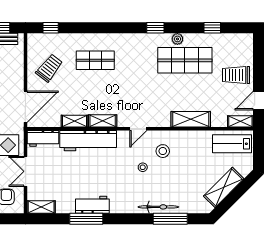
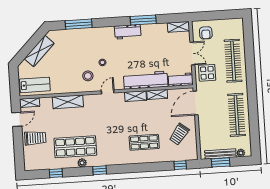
workbench: (92, 205) -> (128, 32), moved
bicycle: (158, 207) -> (88, 33), removed

